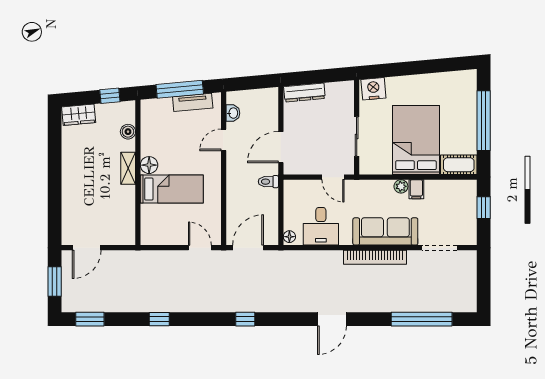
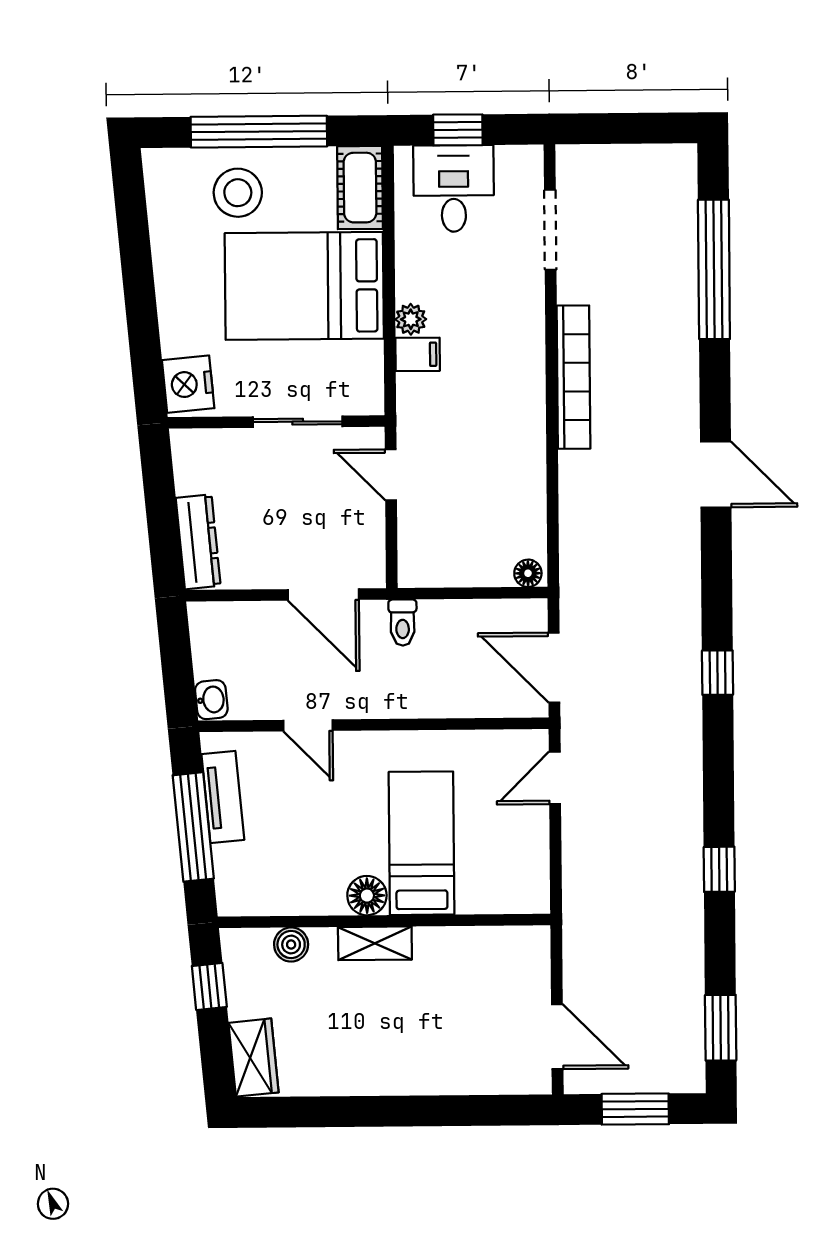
stool: (457, 111) -> (238, 193), added
washbasin: (233, 113) -> (211, 700), moved, turned 85
door: (333, 177) -> (391, 475), swing flipped
filing cabinet: (416, 189) -> (418, 354), moved
desk: (321, 226) -> (454, 189), moved, turned -90
sofa: (385, 231) -> (514, 354), removed

